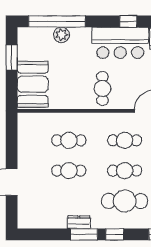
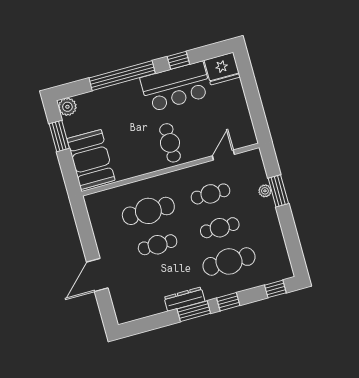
window: (57, 21) -> (122, 76), moved
plant: (62, 35) -> (67, 107), moved
cafe table: (69, 140) -> (148, 211), width x1.37, depth x1.35
dresser: (79, 222) -> (184, 299), width x1.44

